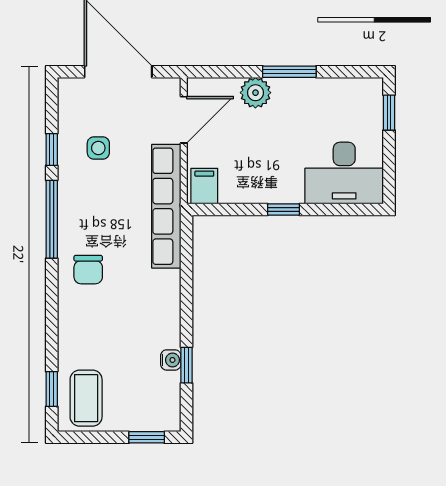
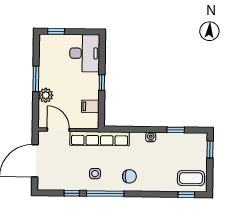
side table: (98, 148) -> (95, 174), moved
filing cabinet: (204, 186) -> (90, 106), moved
water cooler: (171, 360) -> (151, 137), moved

